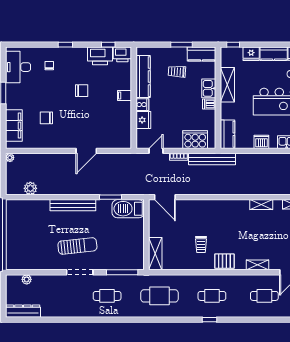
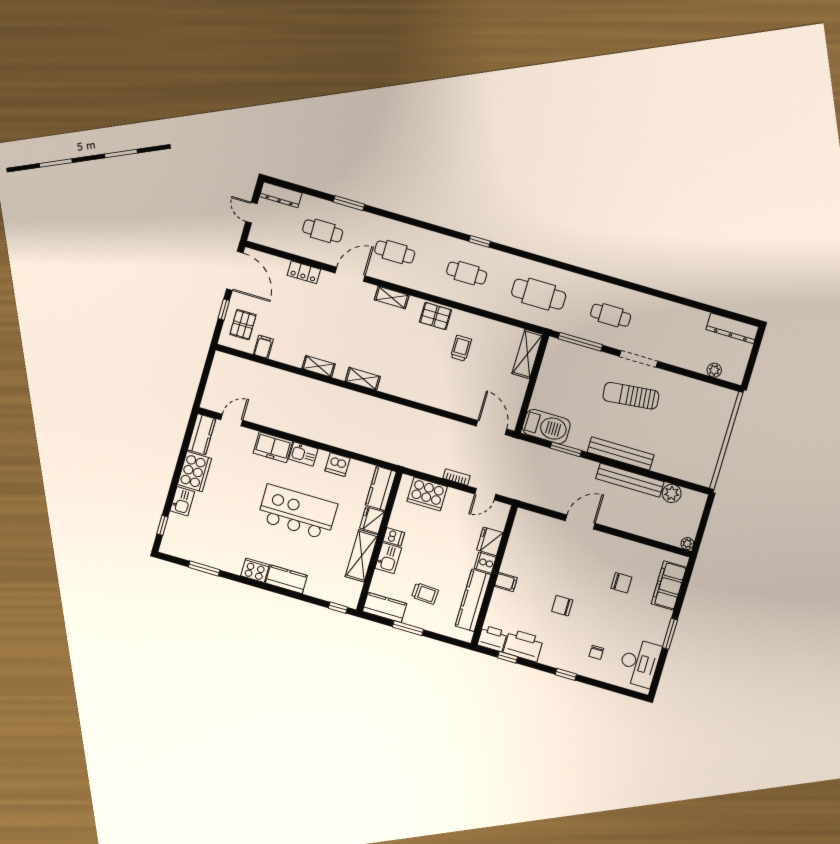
fridge: (251, 54) -> (372, 520), moved, turned -90
bench: (212, 159) -> (630, 480), moved

